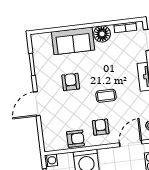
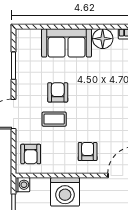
coffee table: (106, 96) -> (54, 119), moved
armchair: (75, 139) -> (31, 154), moved, turned 90

